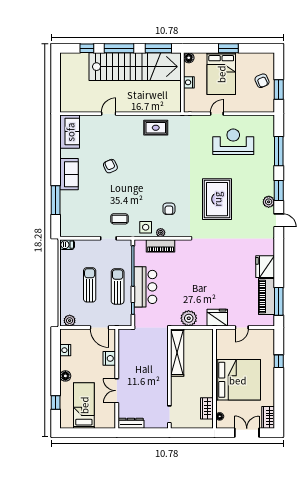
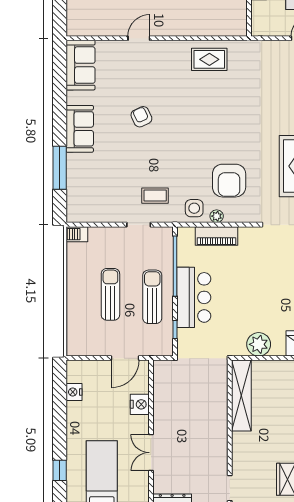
armchair: (169, 209) -> (229, 181), width x1.88, depth x1.88
plant: (70, 321) -> (80, 348), removed
door: (99, 327) -> (125, 358), hinge flipped
floor lamp: (65, 376) -> (74, 431), removed

